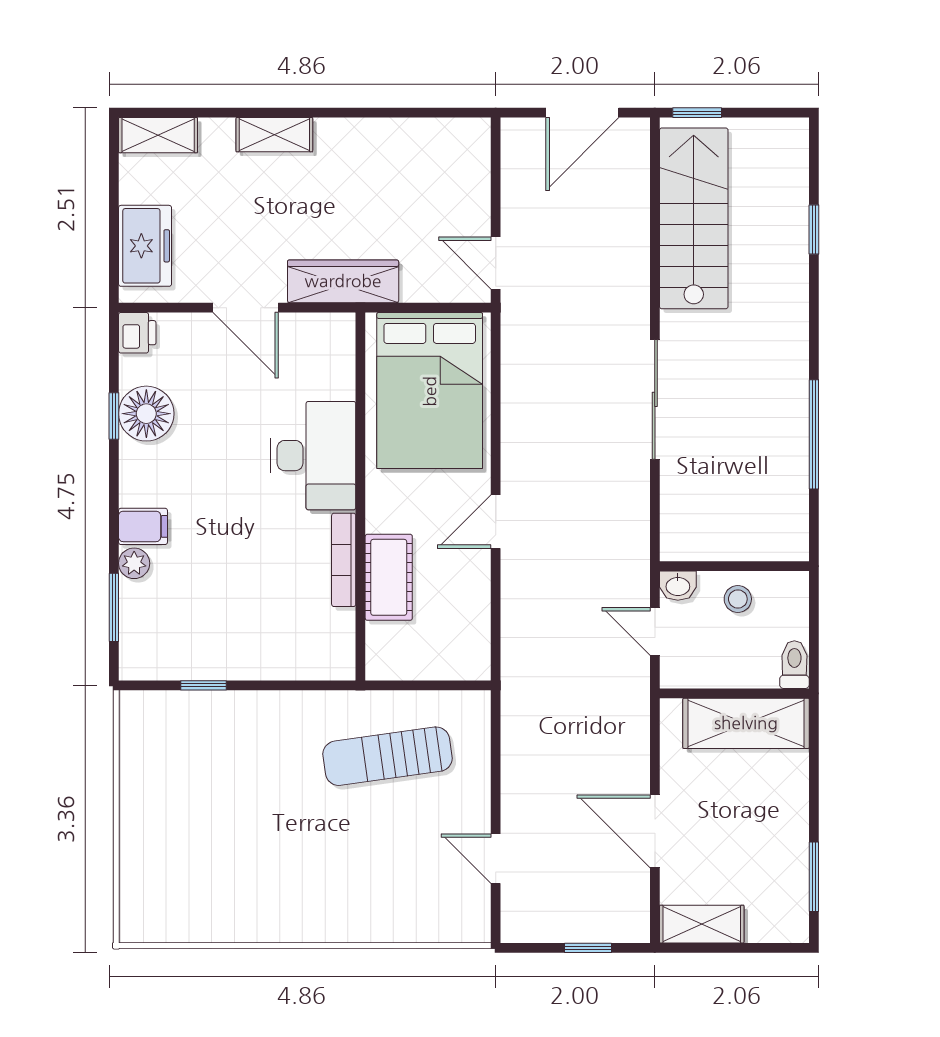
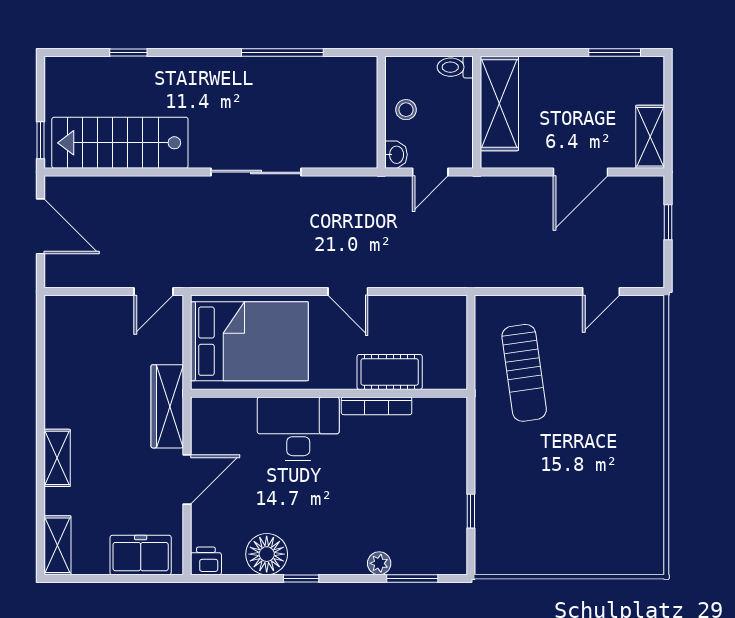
window: (114, 416) -> (301, 578), moved
filing cabinet: (143, 526) -> (351, 557), removed

